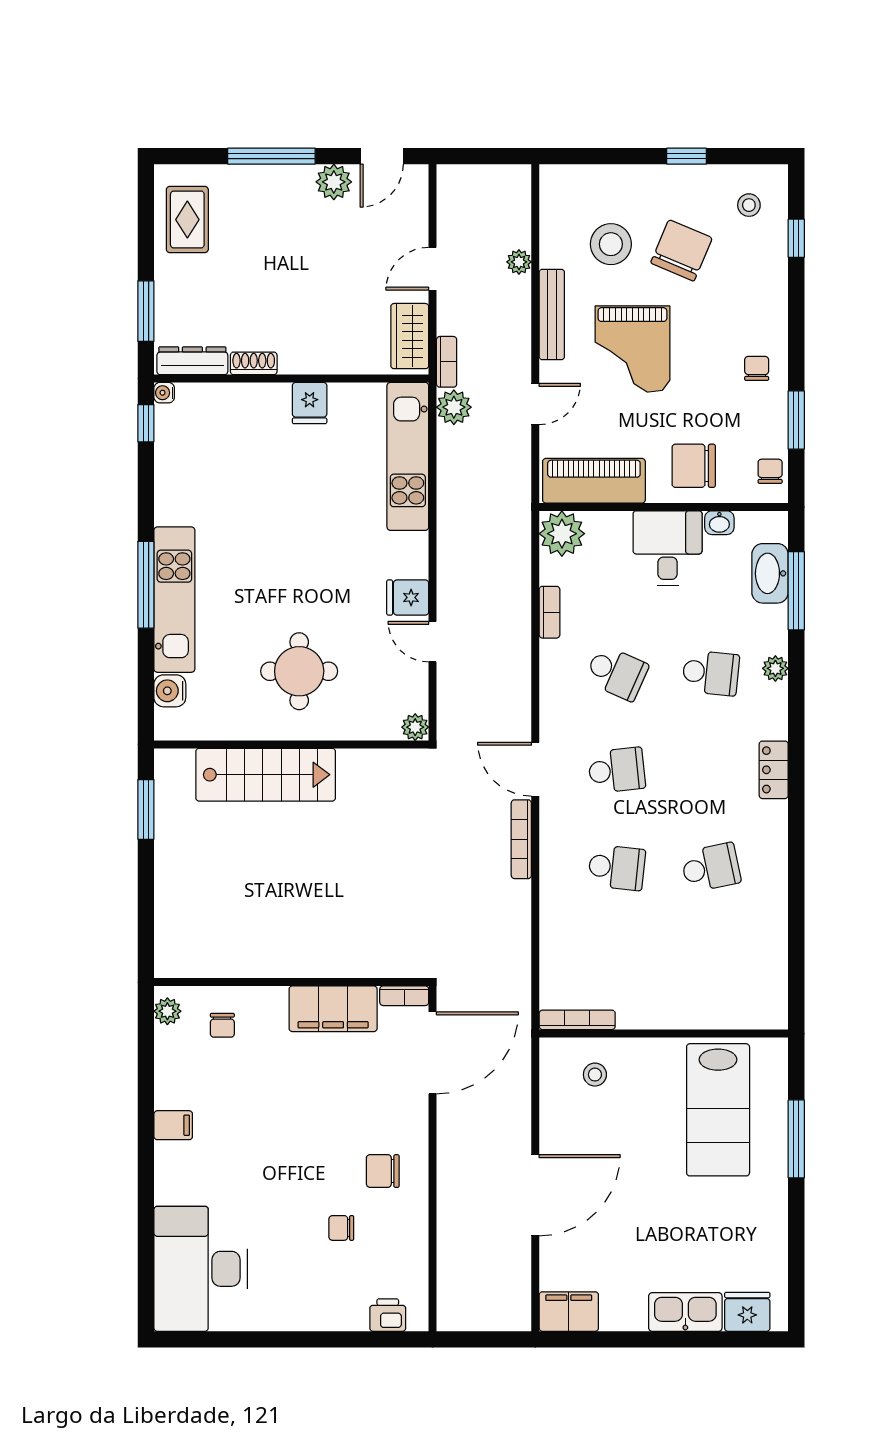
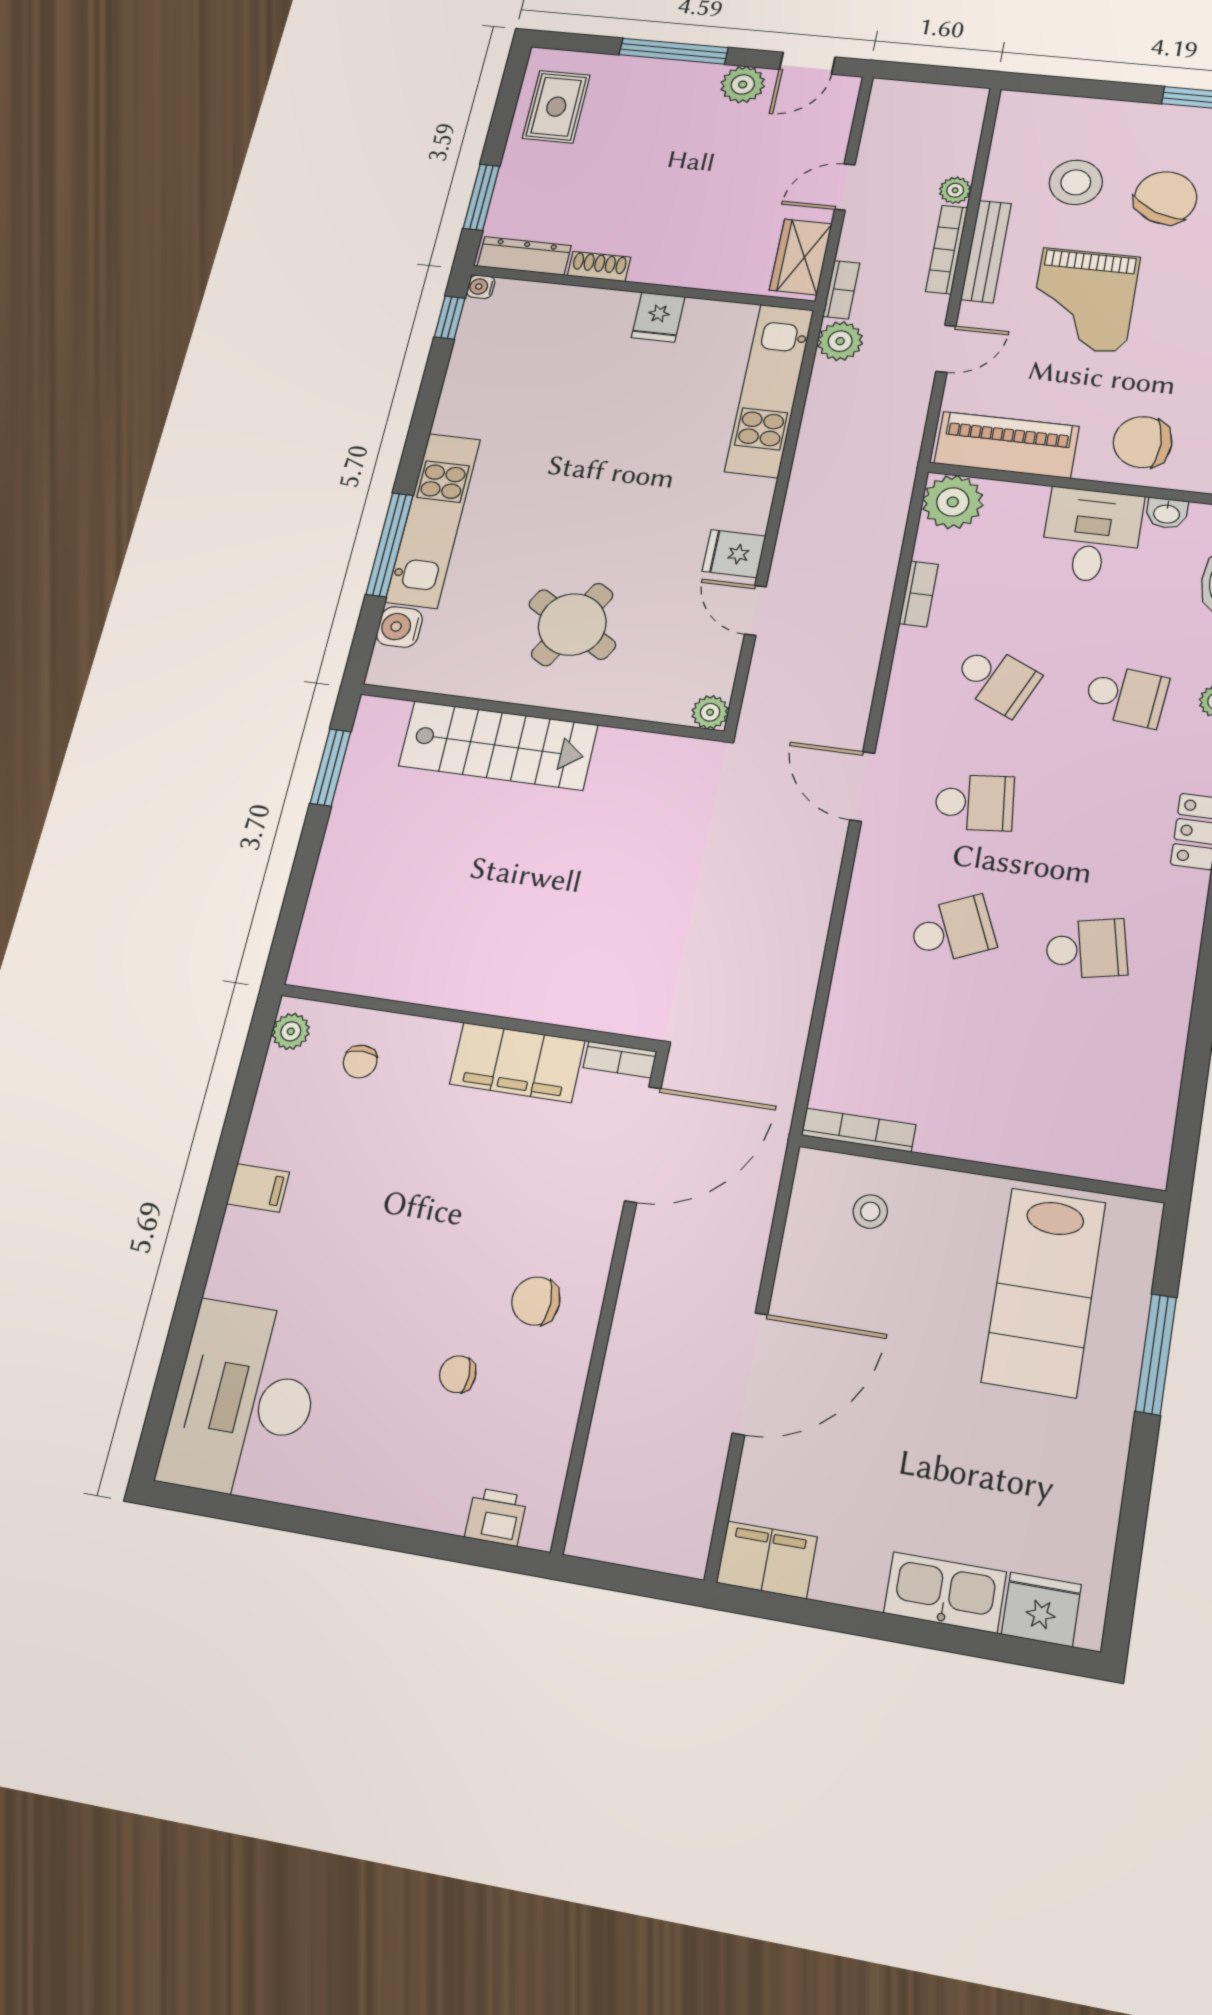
window: (146, 585) -> (389, 545), moved
round table: (299, 671) -> (572, 624), turned 30
bookcase: (521, 839) -> (947, 250), moved
school desk: (617, 868) -> (952, 930), turned -30

